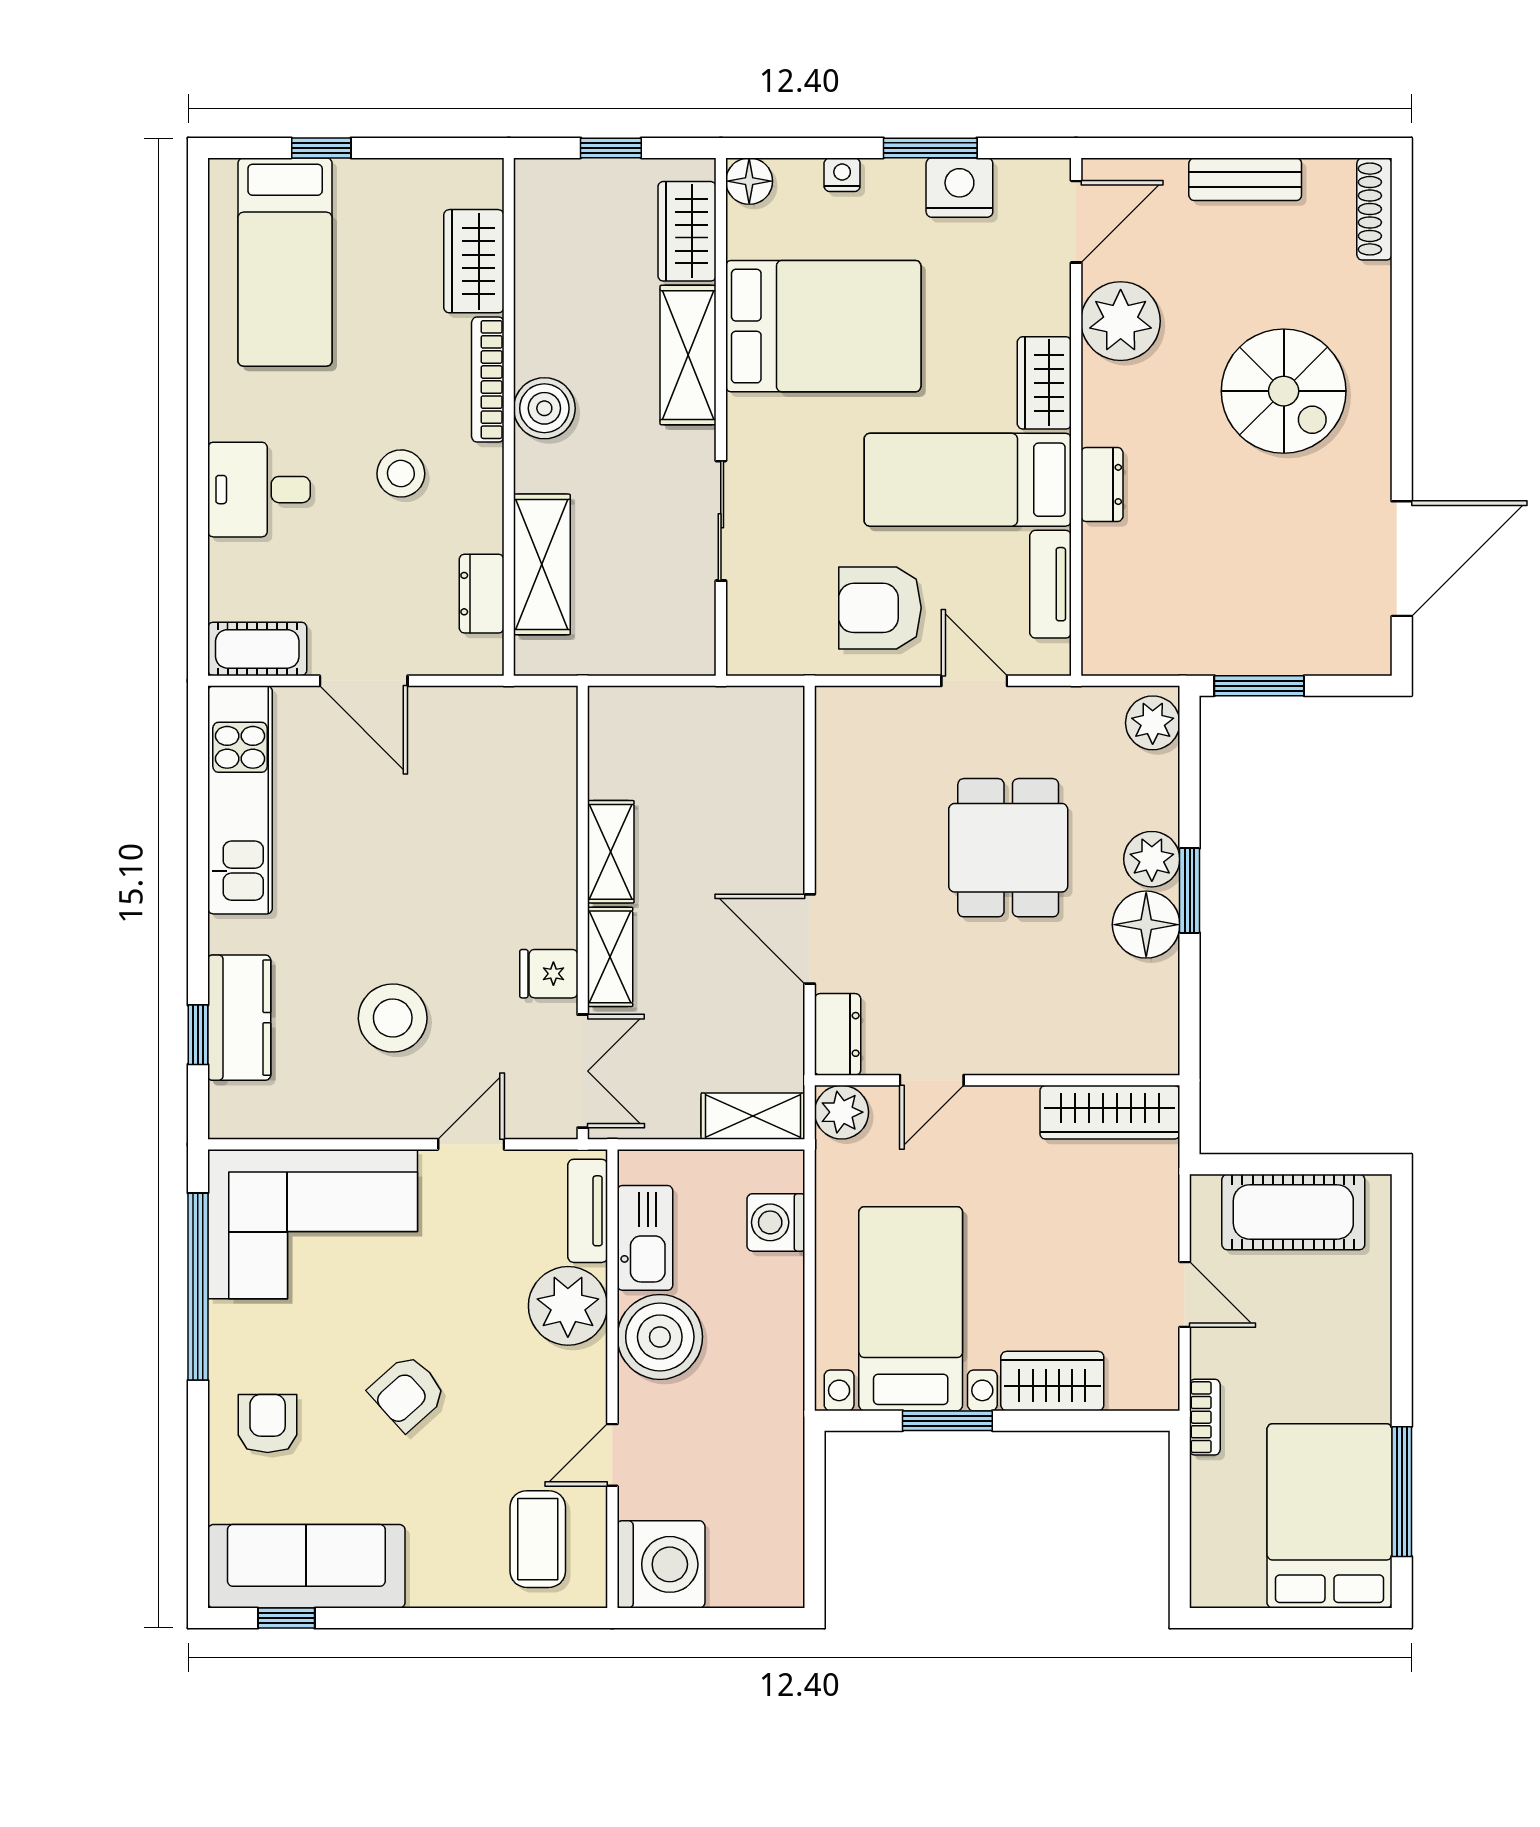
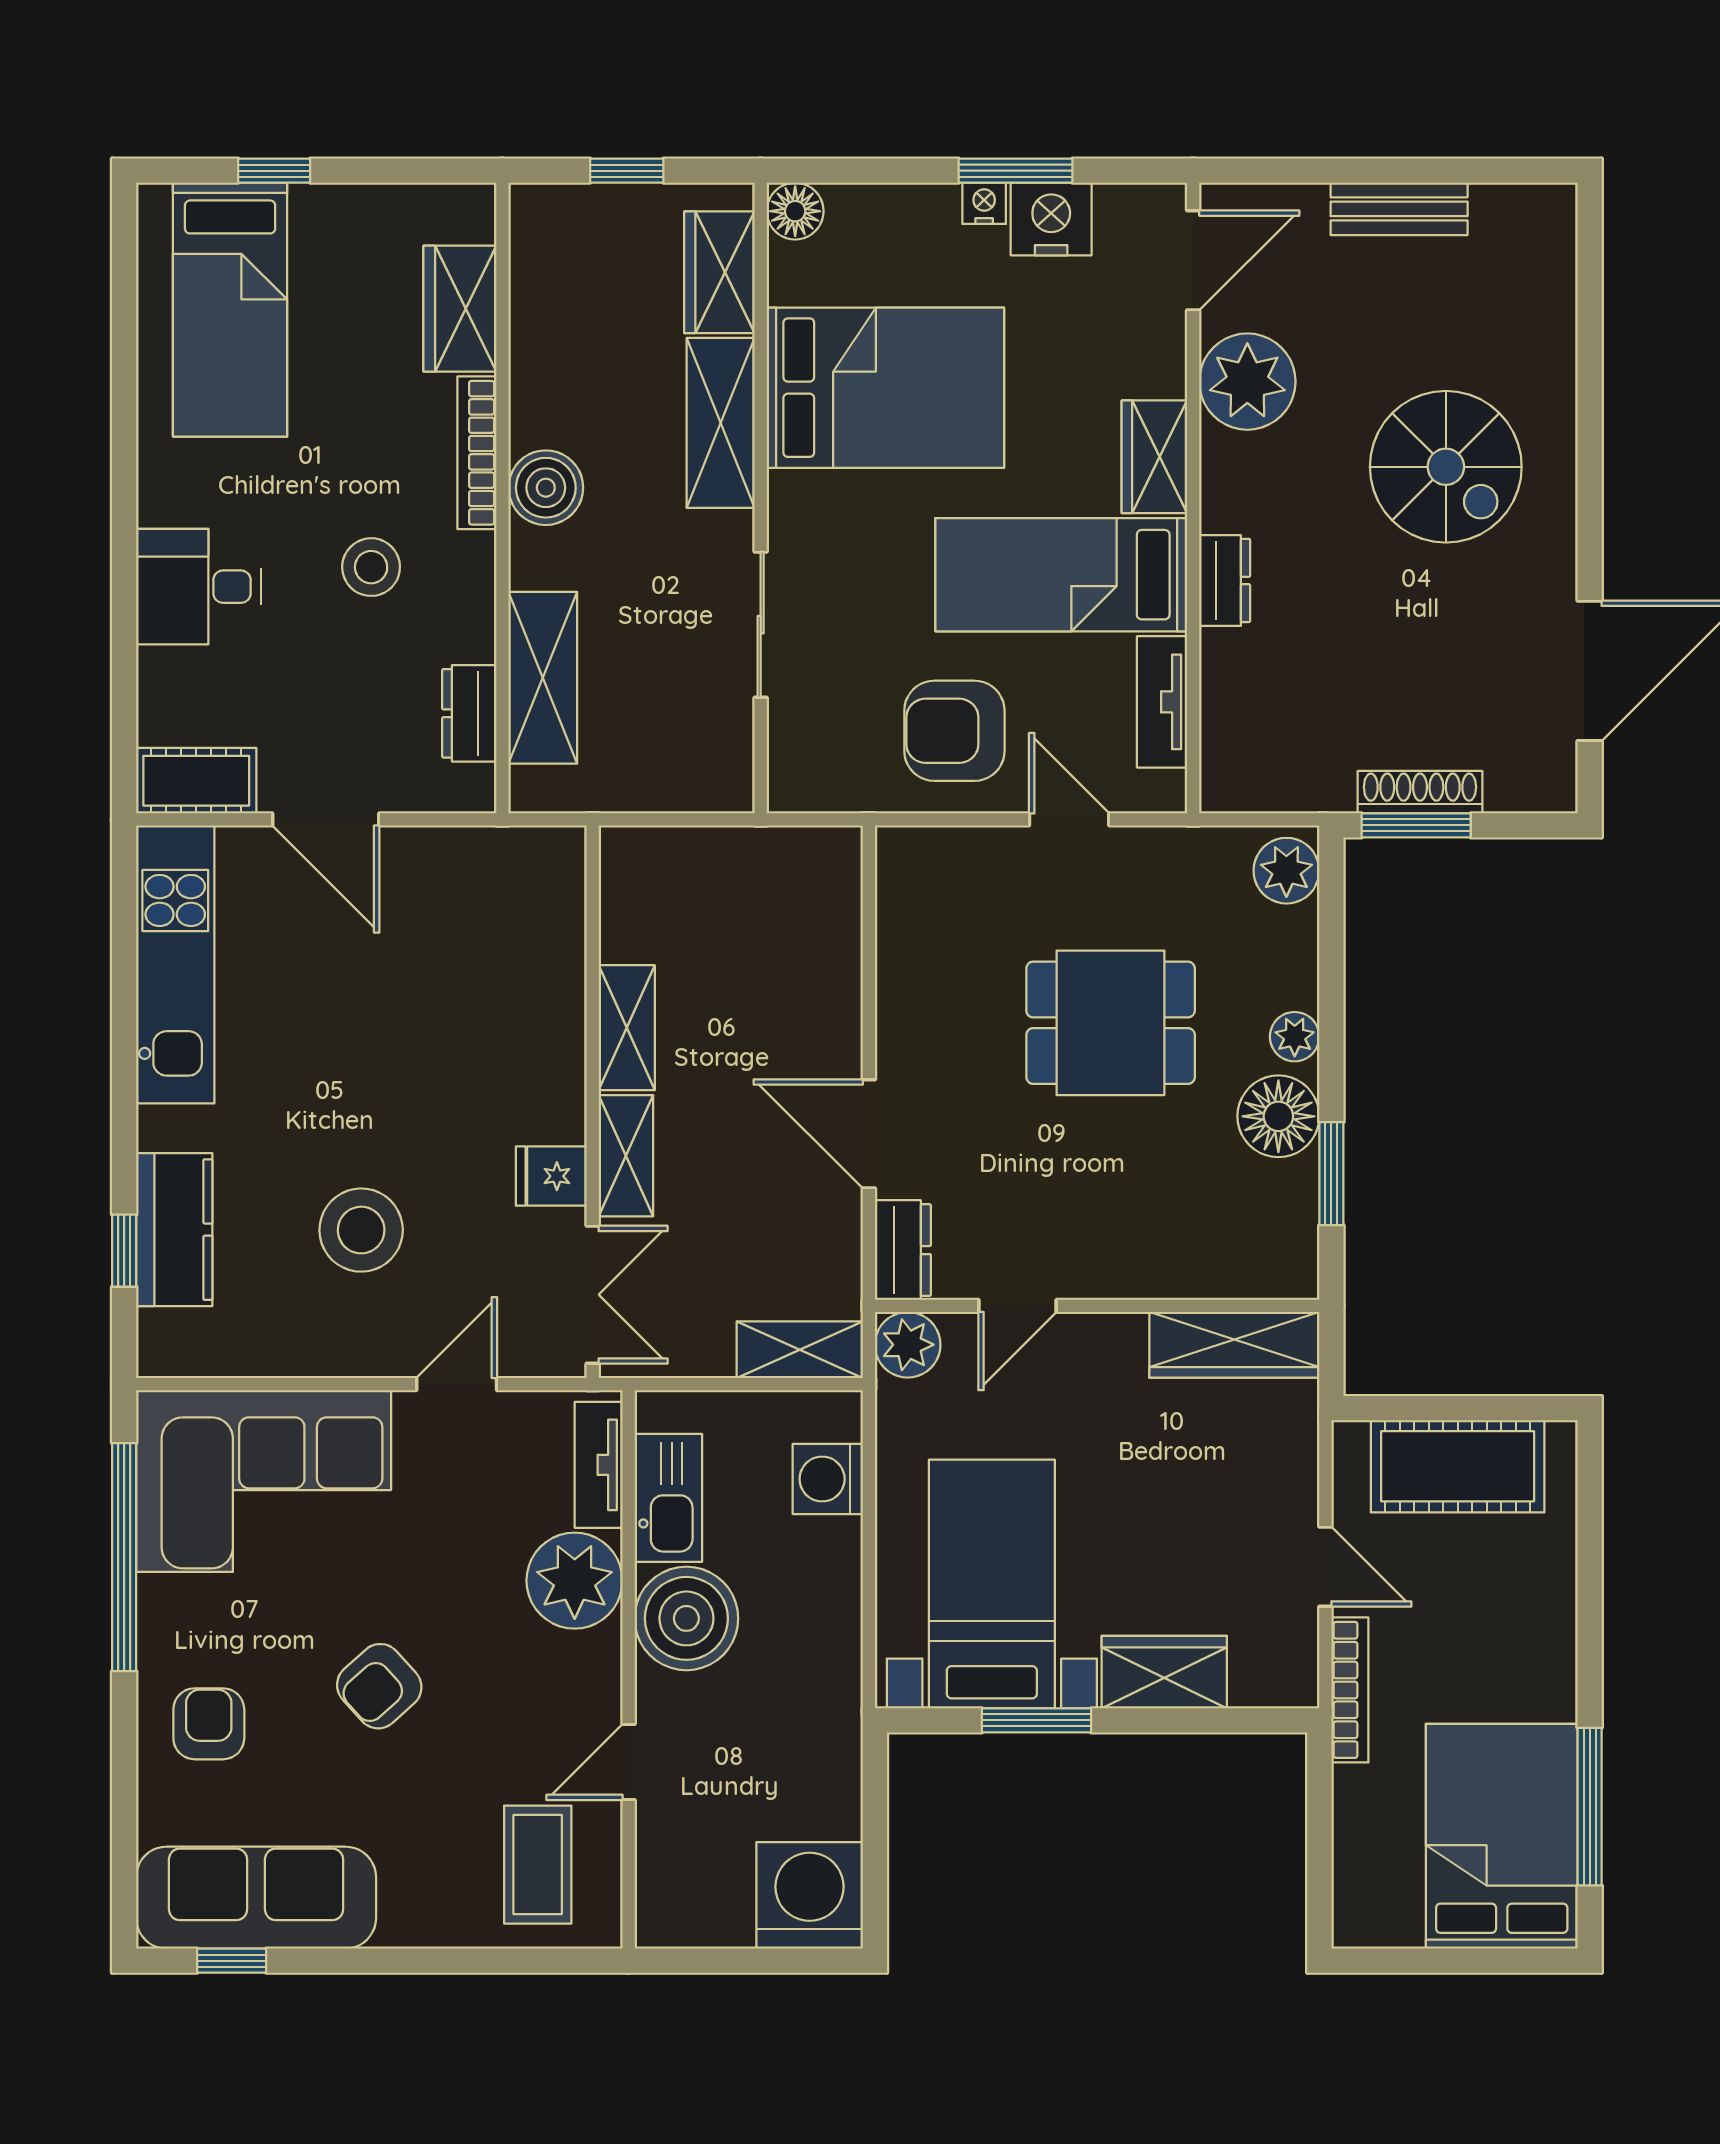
nightstand: (842, 175) -> (984, 203), moved
shoe rack: (1374, 209) -> (1420, 792), moved, turned 90
dining table: (1008, 848) -> (1111, 1023), turned 90
plant: (1152, 859) -> (1295, 1037), width x0.73, depth x0.73
window: (1190, 891) -> (1331, 1174), moved
bookcase: (1205, 1417) -> (1350, 1690), width x1.56
washing machine: (661, 1564) -> (810, 1895), moved, turned -90

